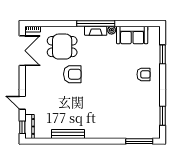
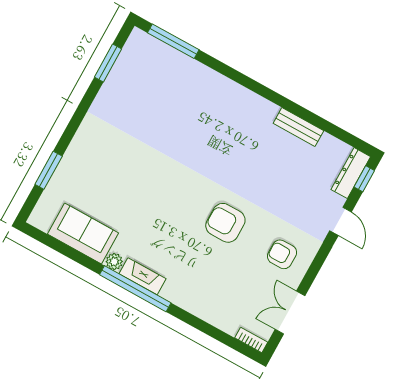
dining table: (62, 47) -> (216, 281), removed
double door: (22, 51) -> (290, 312), width x0.73
armchair: (144, 74) -> (282, 254), moved
bench: (68, 134) -> (298, 127), width x0.73

